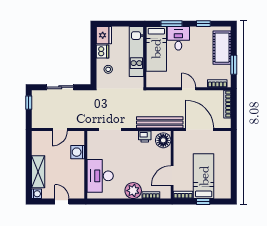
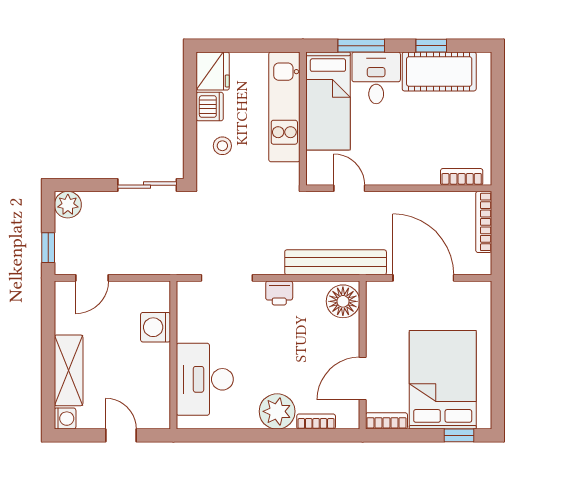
cot: (222, 48) -> (439, 71), moved, turned 90
window: (234, 65) -> (498, 136), removed
sliding door: (60, 87) -> (147, 185), moved
door: (189, 89) -> (349, 188), moved
plant: (38, 96) -> (68, 205), added
window: (29, 103) -> (48, 248), moved
door: (60, 130) -> (92, 278), moved
printer: (145, 136) -> (279, 293), moved
bed: (204, 176) -> (443, 380), width x1.50
window: (203, 201) -> (459, 435), moved

